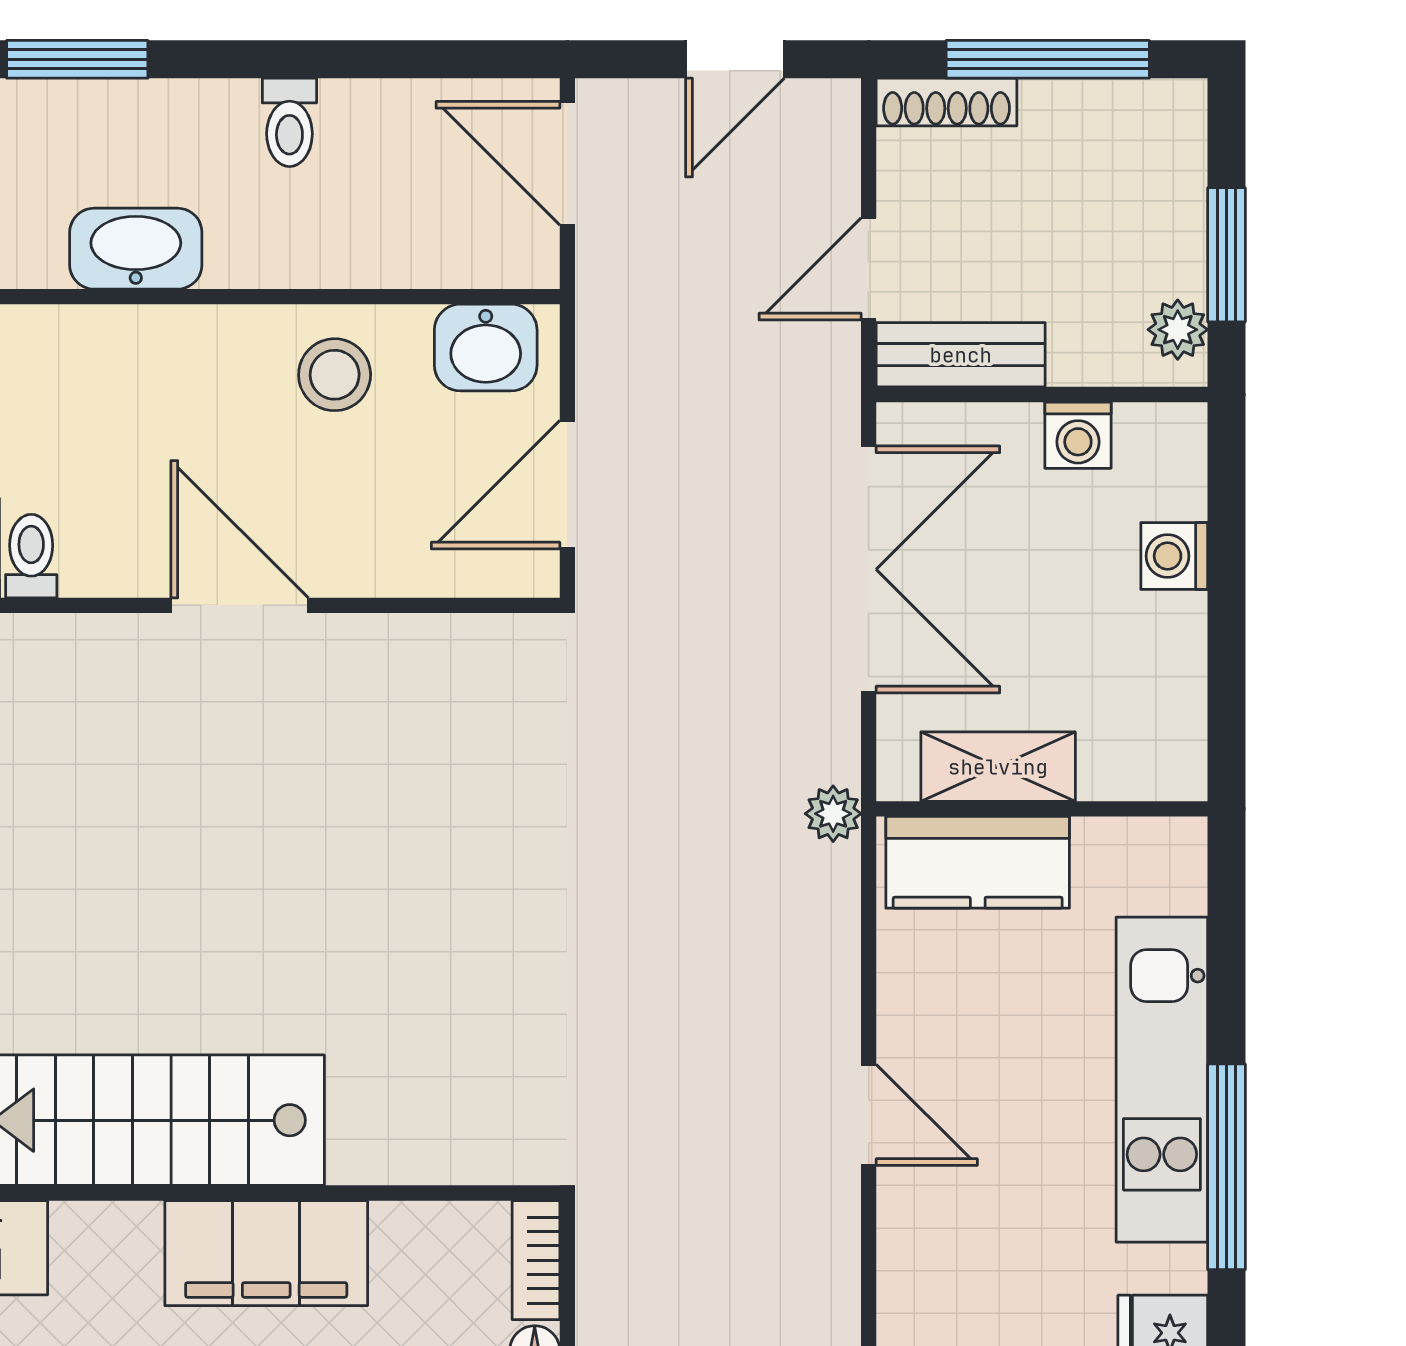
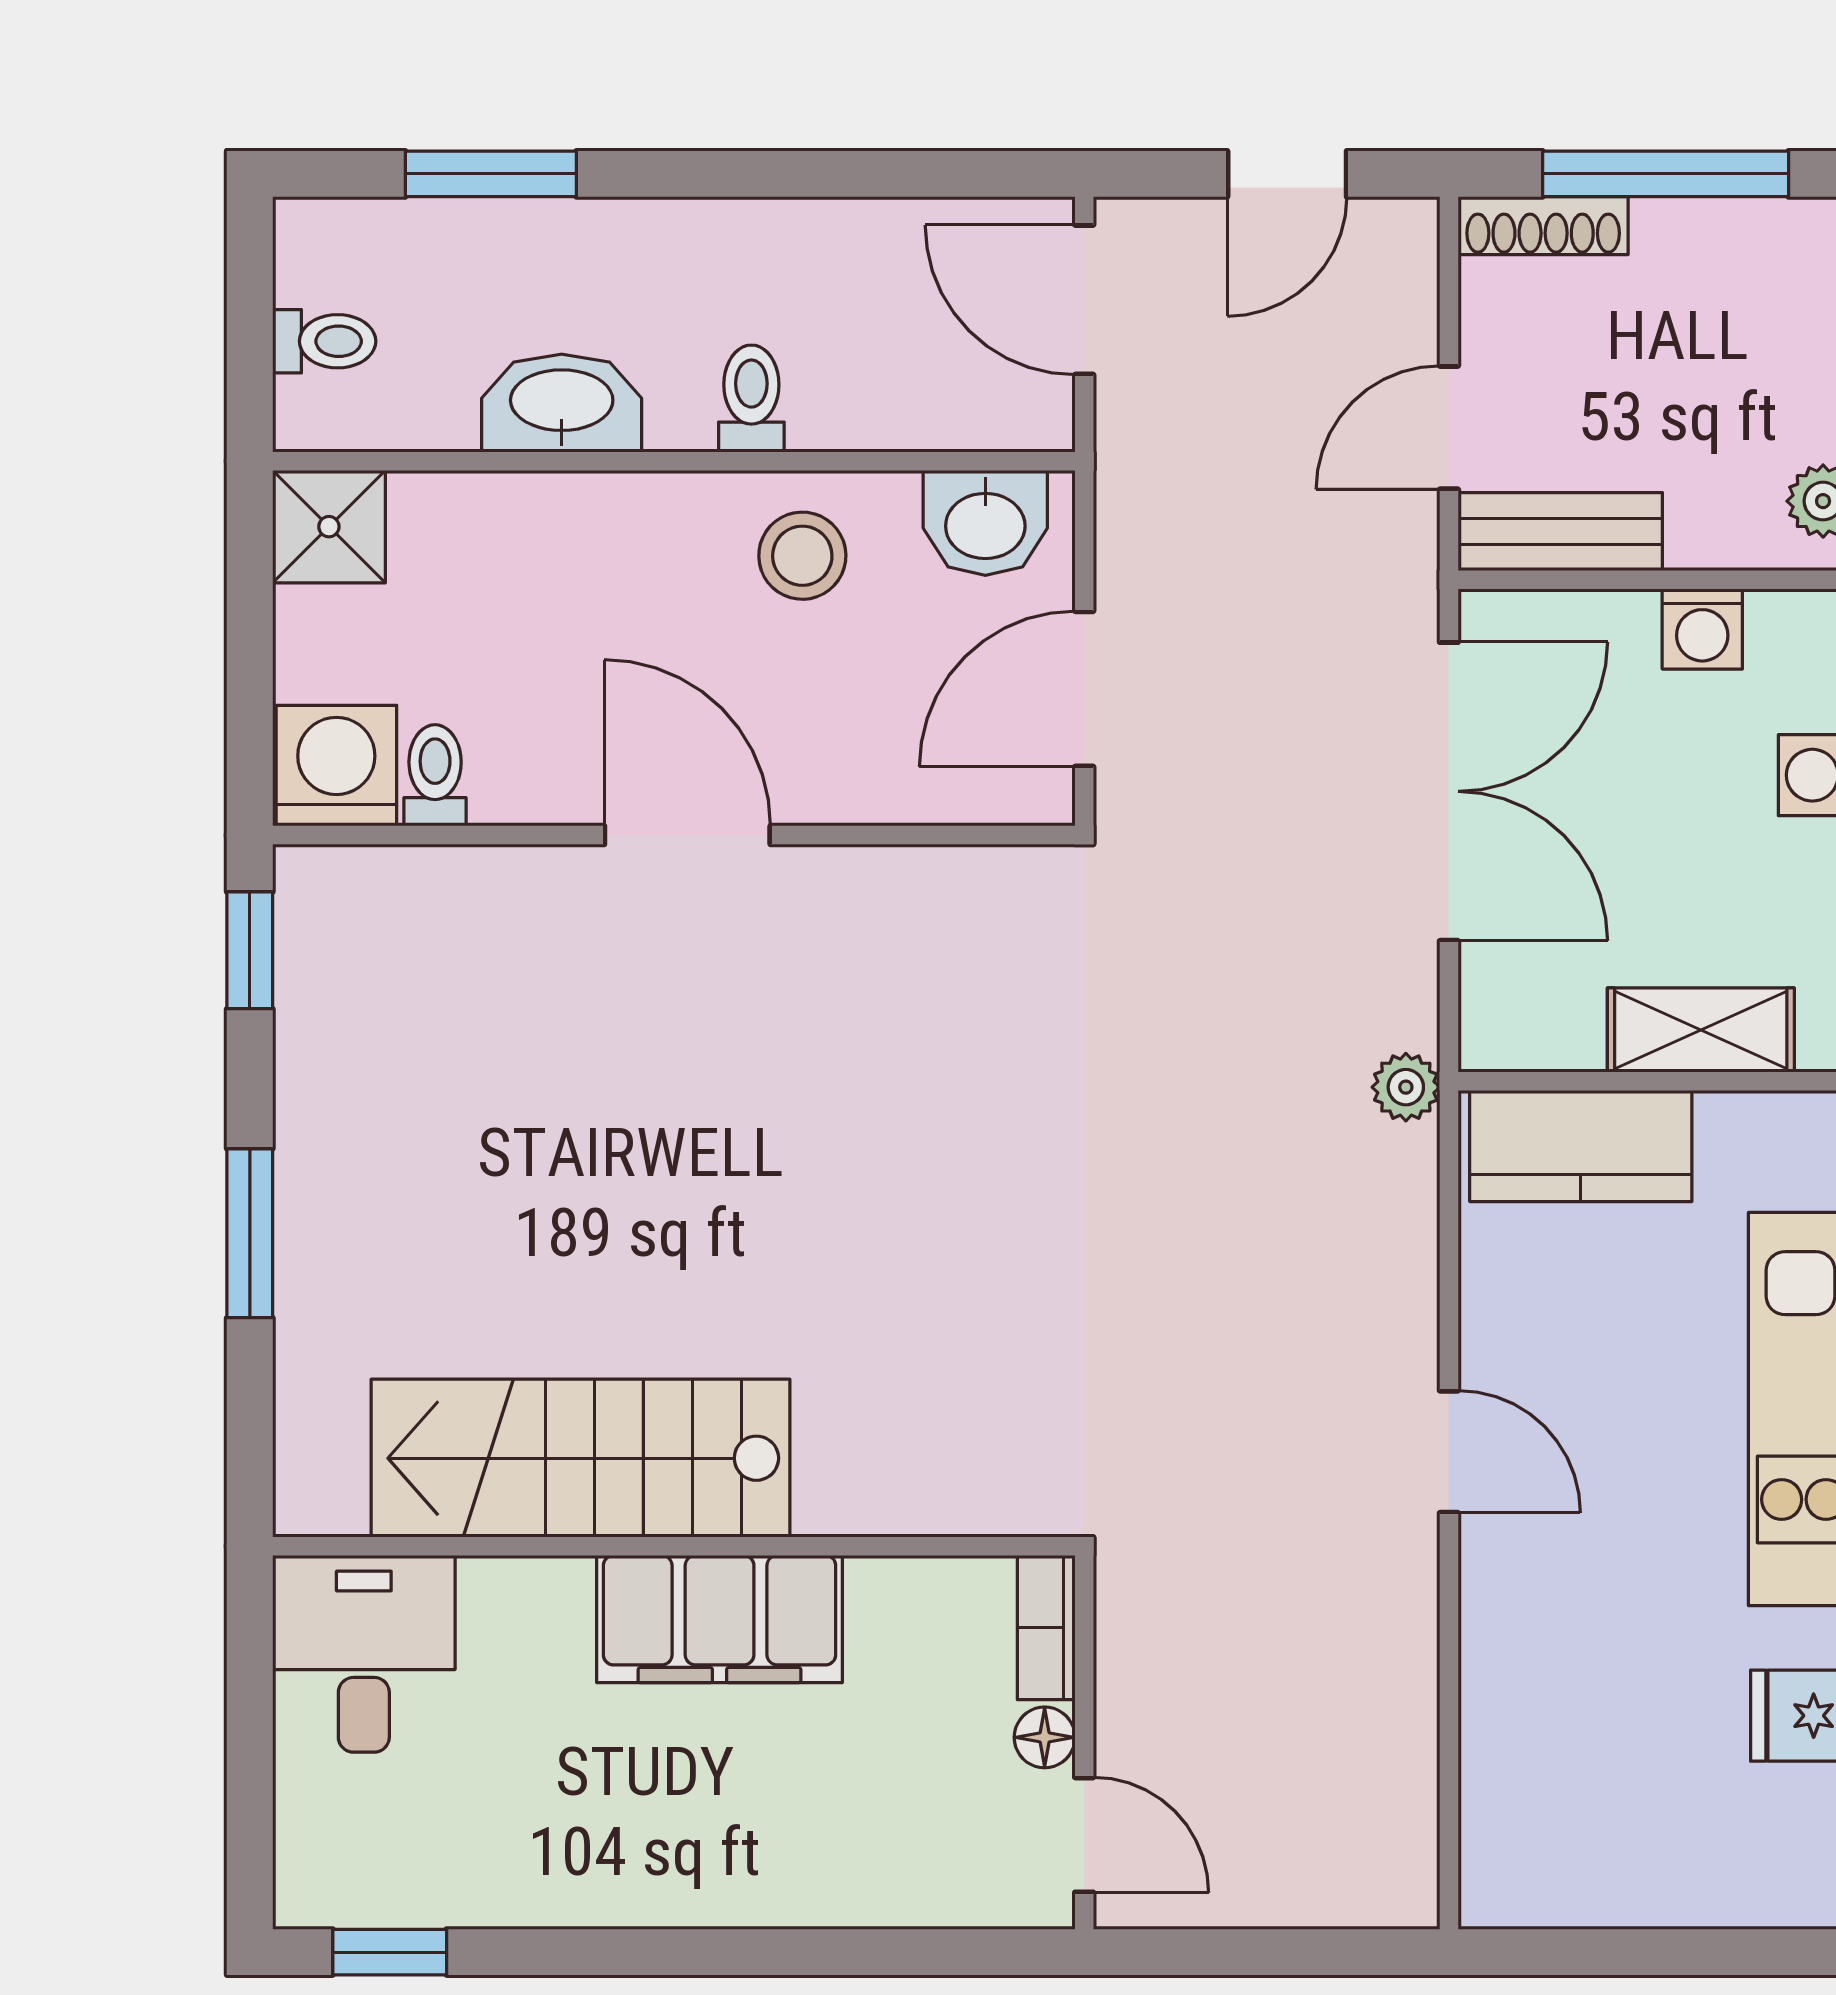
toilet: (289, 122) -> (751, 399), moved, turned 180
shelving: (998, 767) -> (1701, 1030), moved

